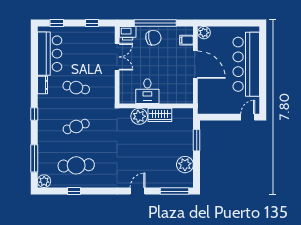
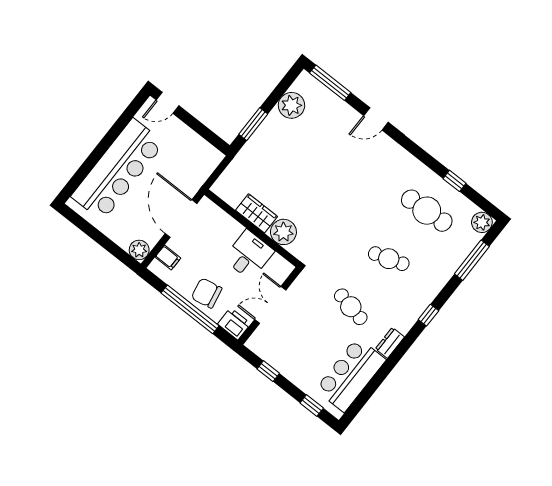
desk: (147, 91) -> (249, 255), moved
wall: (156, 106) -> (252, 228), moved
wardrobe: (160, 115) -> (257, 213), moved
plant: (139, 116) -> (283, 232), moved

